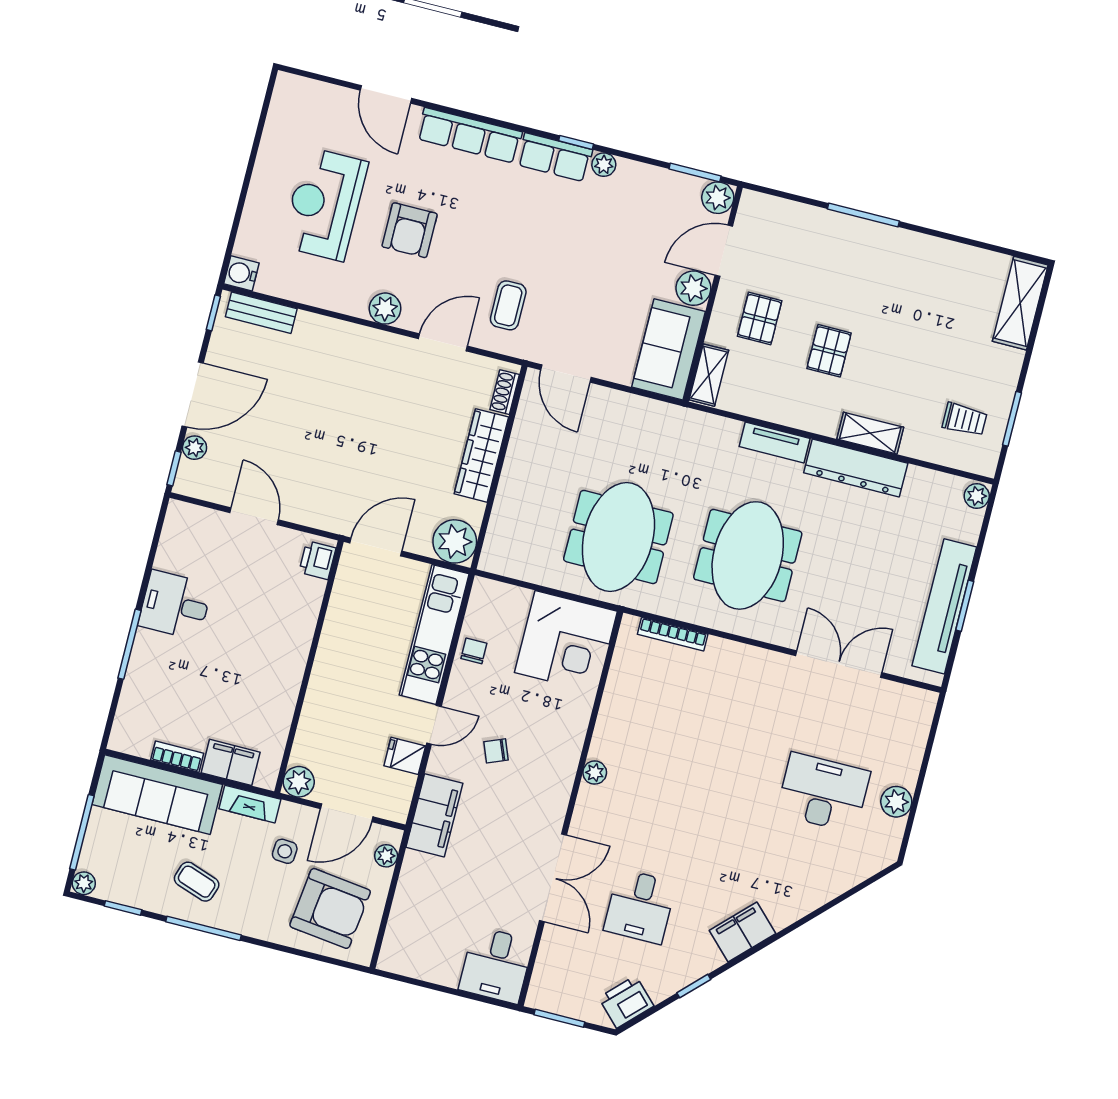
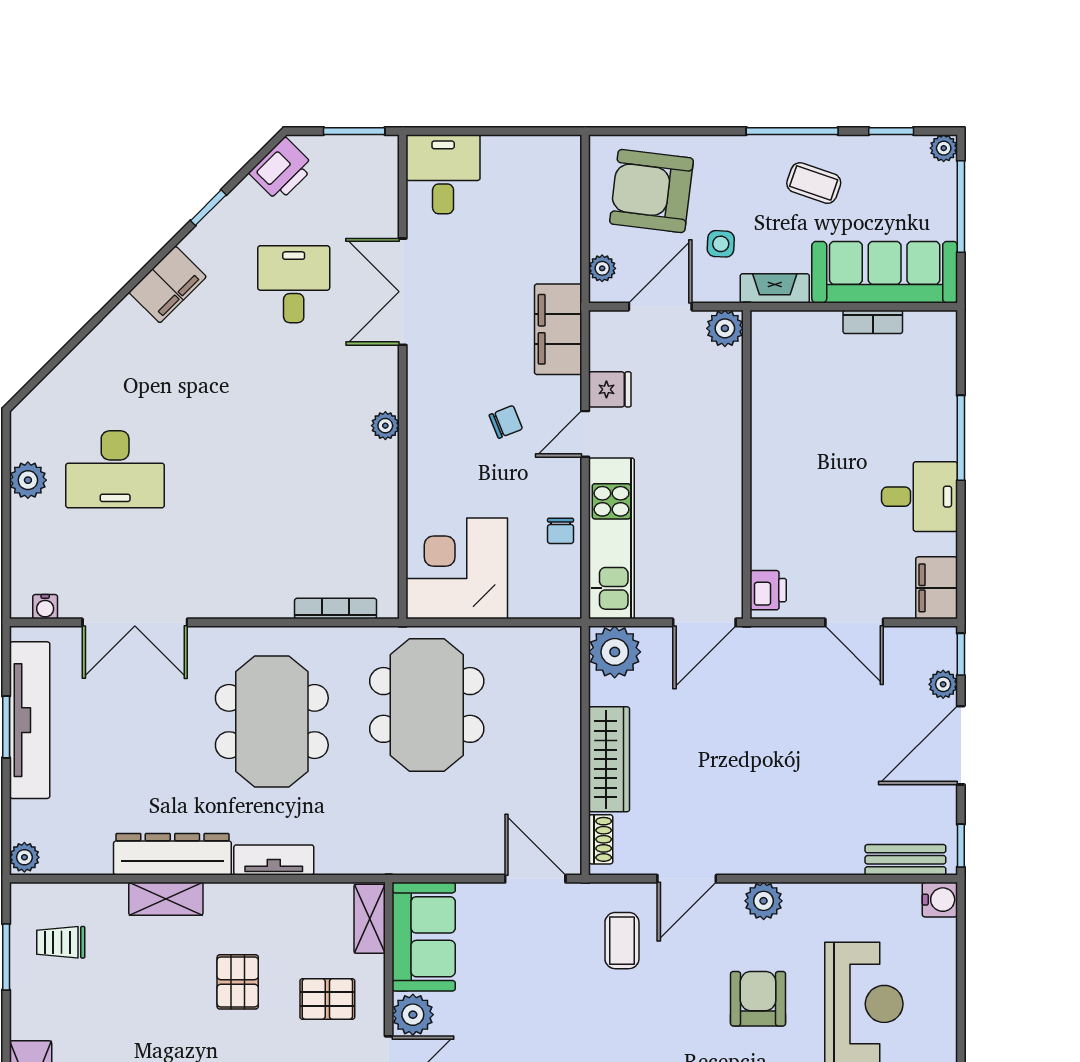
pallet: (760, 319) -> (327, 999), turned 90
water cooler: (908, 695) -> (45, 607), added
filing cabinet: (231, 762) -> (937, 588), moved, turned 90

